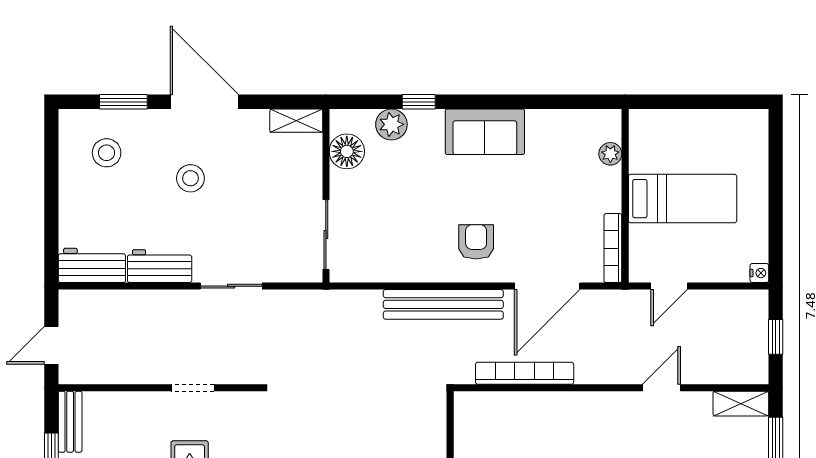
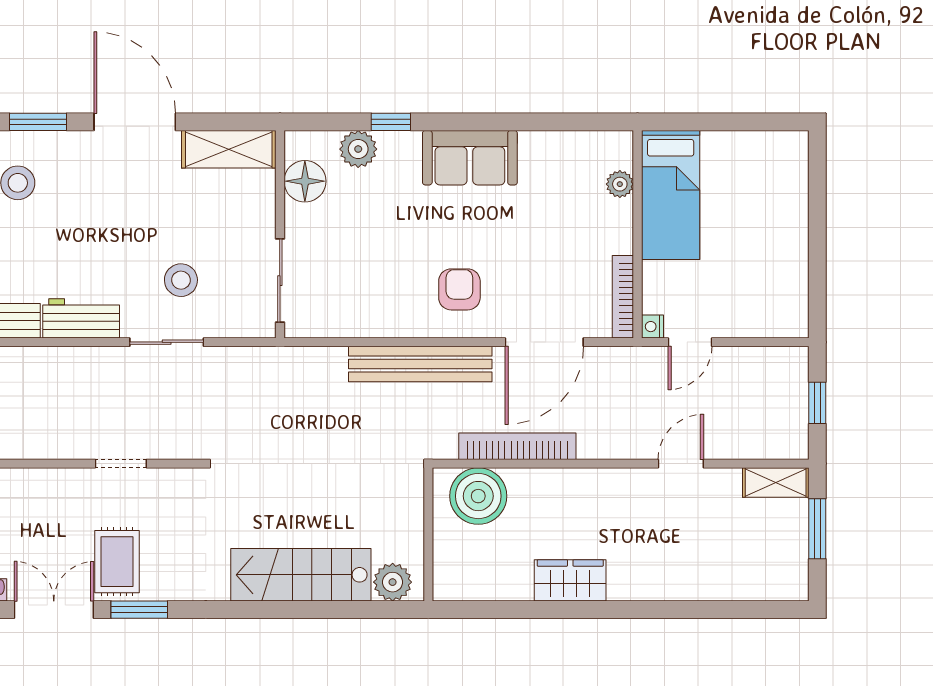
shelving: (296, 121) -> (229, 149), width x1.50, depth x1.33
stool: (190, 178) -> (181, 280), moved
bed: (683, 199) -> (671, 195), moved, turned 90
nightstand: (759, 273) -> (652, 327), moved, turned 180
boiler: (492, 415) -> (478, 496), added

